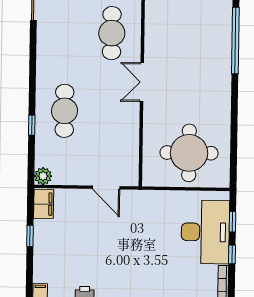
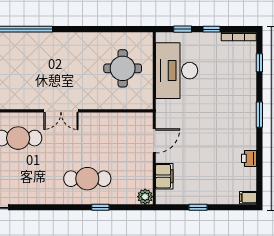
round table: (189, 153) -> (123, 68), width x0.73, depth x0.73
filing cabinet: (44, 204) -> (164, 176), moved, turned 90
desk: (205, 232) -> (177, 71), moved, turned -90

